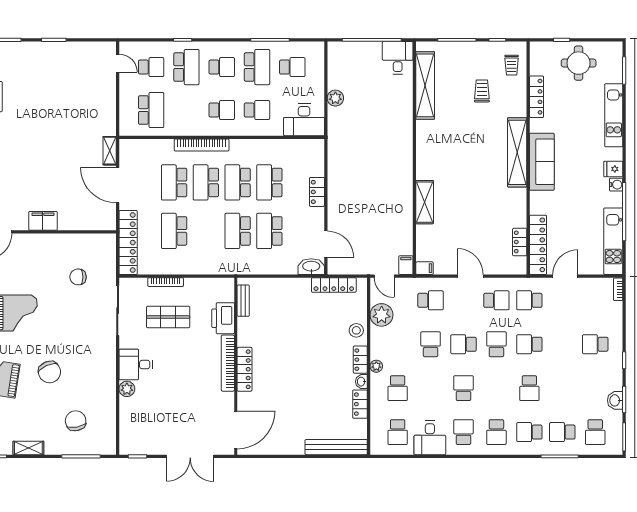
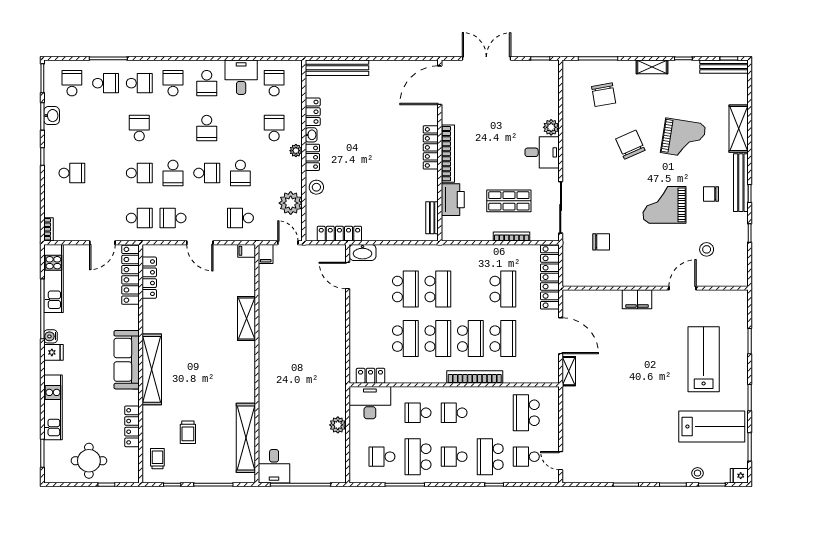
locker: (317, 192) -> (371, 376), moved, turned -90
locker: (520, 242) -> (149, 278), width x1.53

